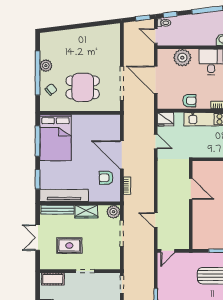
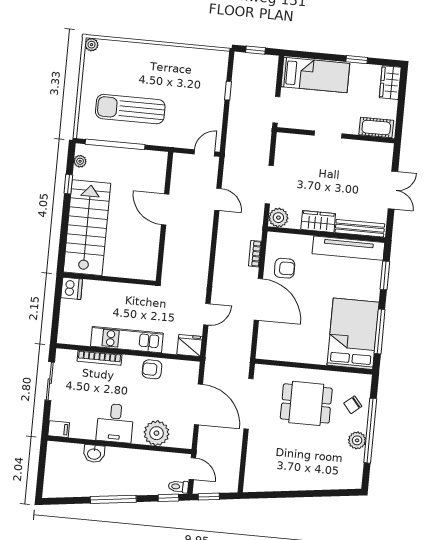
door: (156, 141) -> (207, 314), swing flipped
door: (191, 189) -> (165, 209), moved
rug: (69, 246) -> (348, 174), removed

